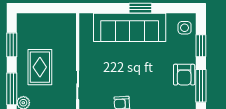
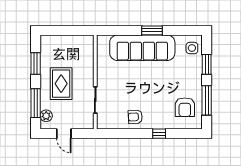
armchair: (184, 75) -> (185, 107), moved

